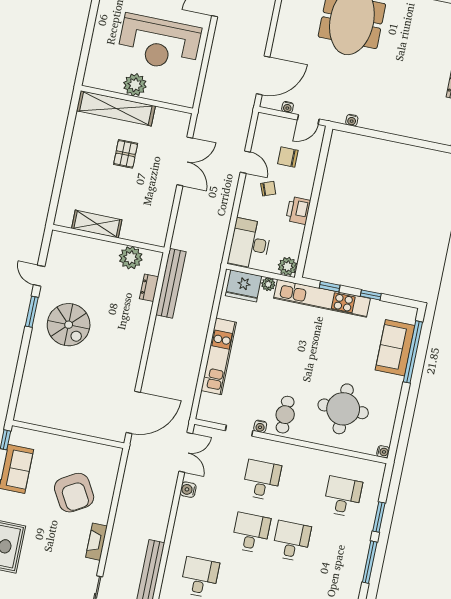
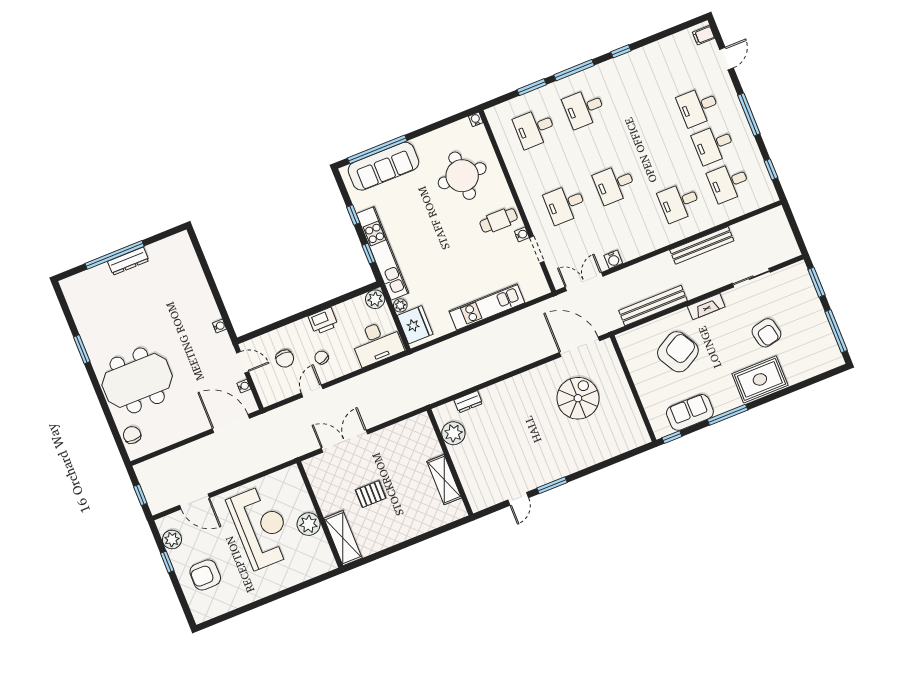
shelving: (116, 108) -> (343, 538), width x0.68
bench: (171, 283) -> (653, 306), moved
spiral stairs: (69, 325) -> (578, 398), moved
sofa: (395, 348) -> (383, 166), width x1.36
desk: (291, 541) -> (584, 108), moved
armchair: (41, 578) -> (766, 333), added

